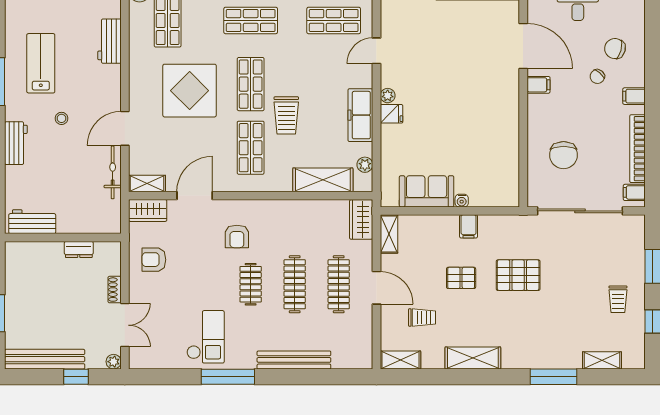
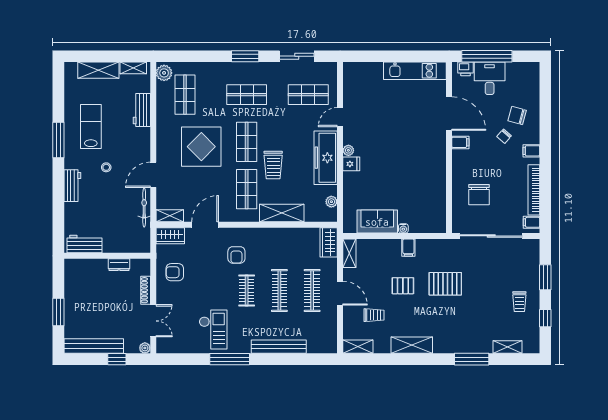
freezer: (360, 115) -> (326, 158), width x1.36, depth x1.26
shelving: (323, 180) -> (282, 213), moved
shoe rack: (115, 290) -> (146, 290), width x1.43

